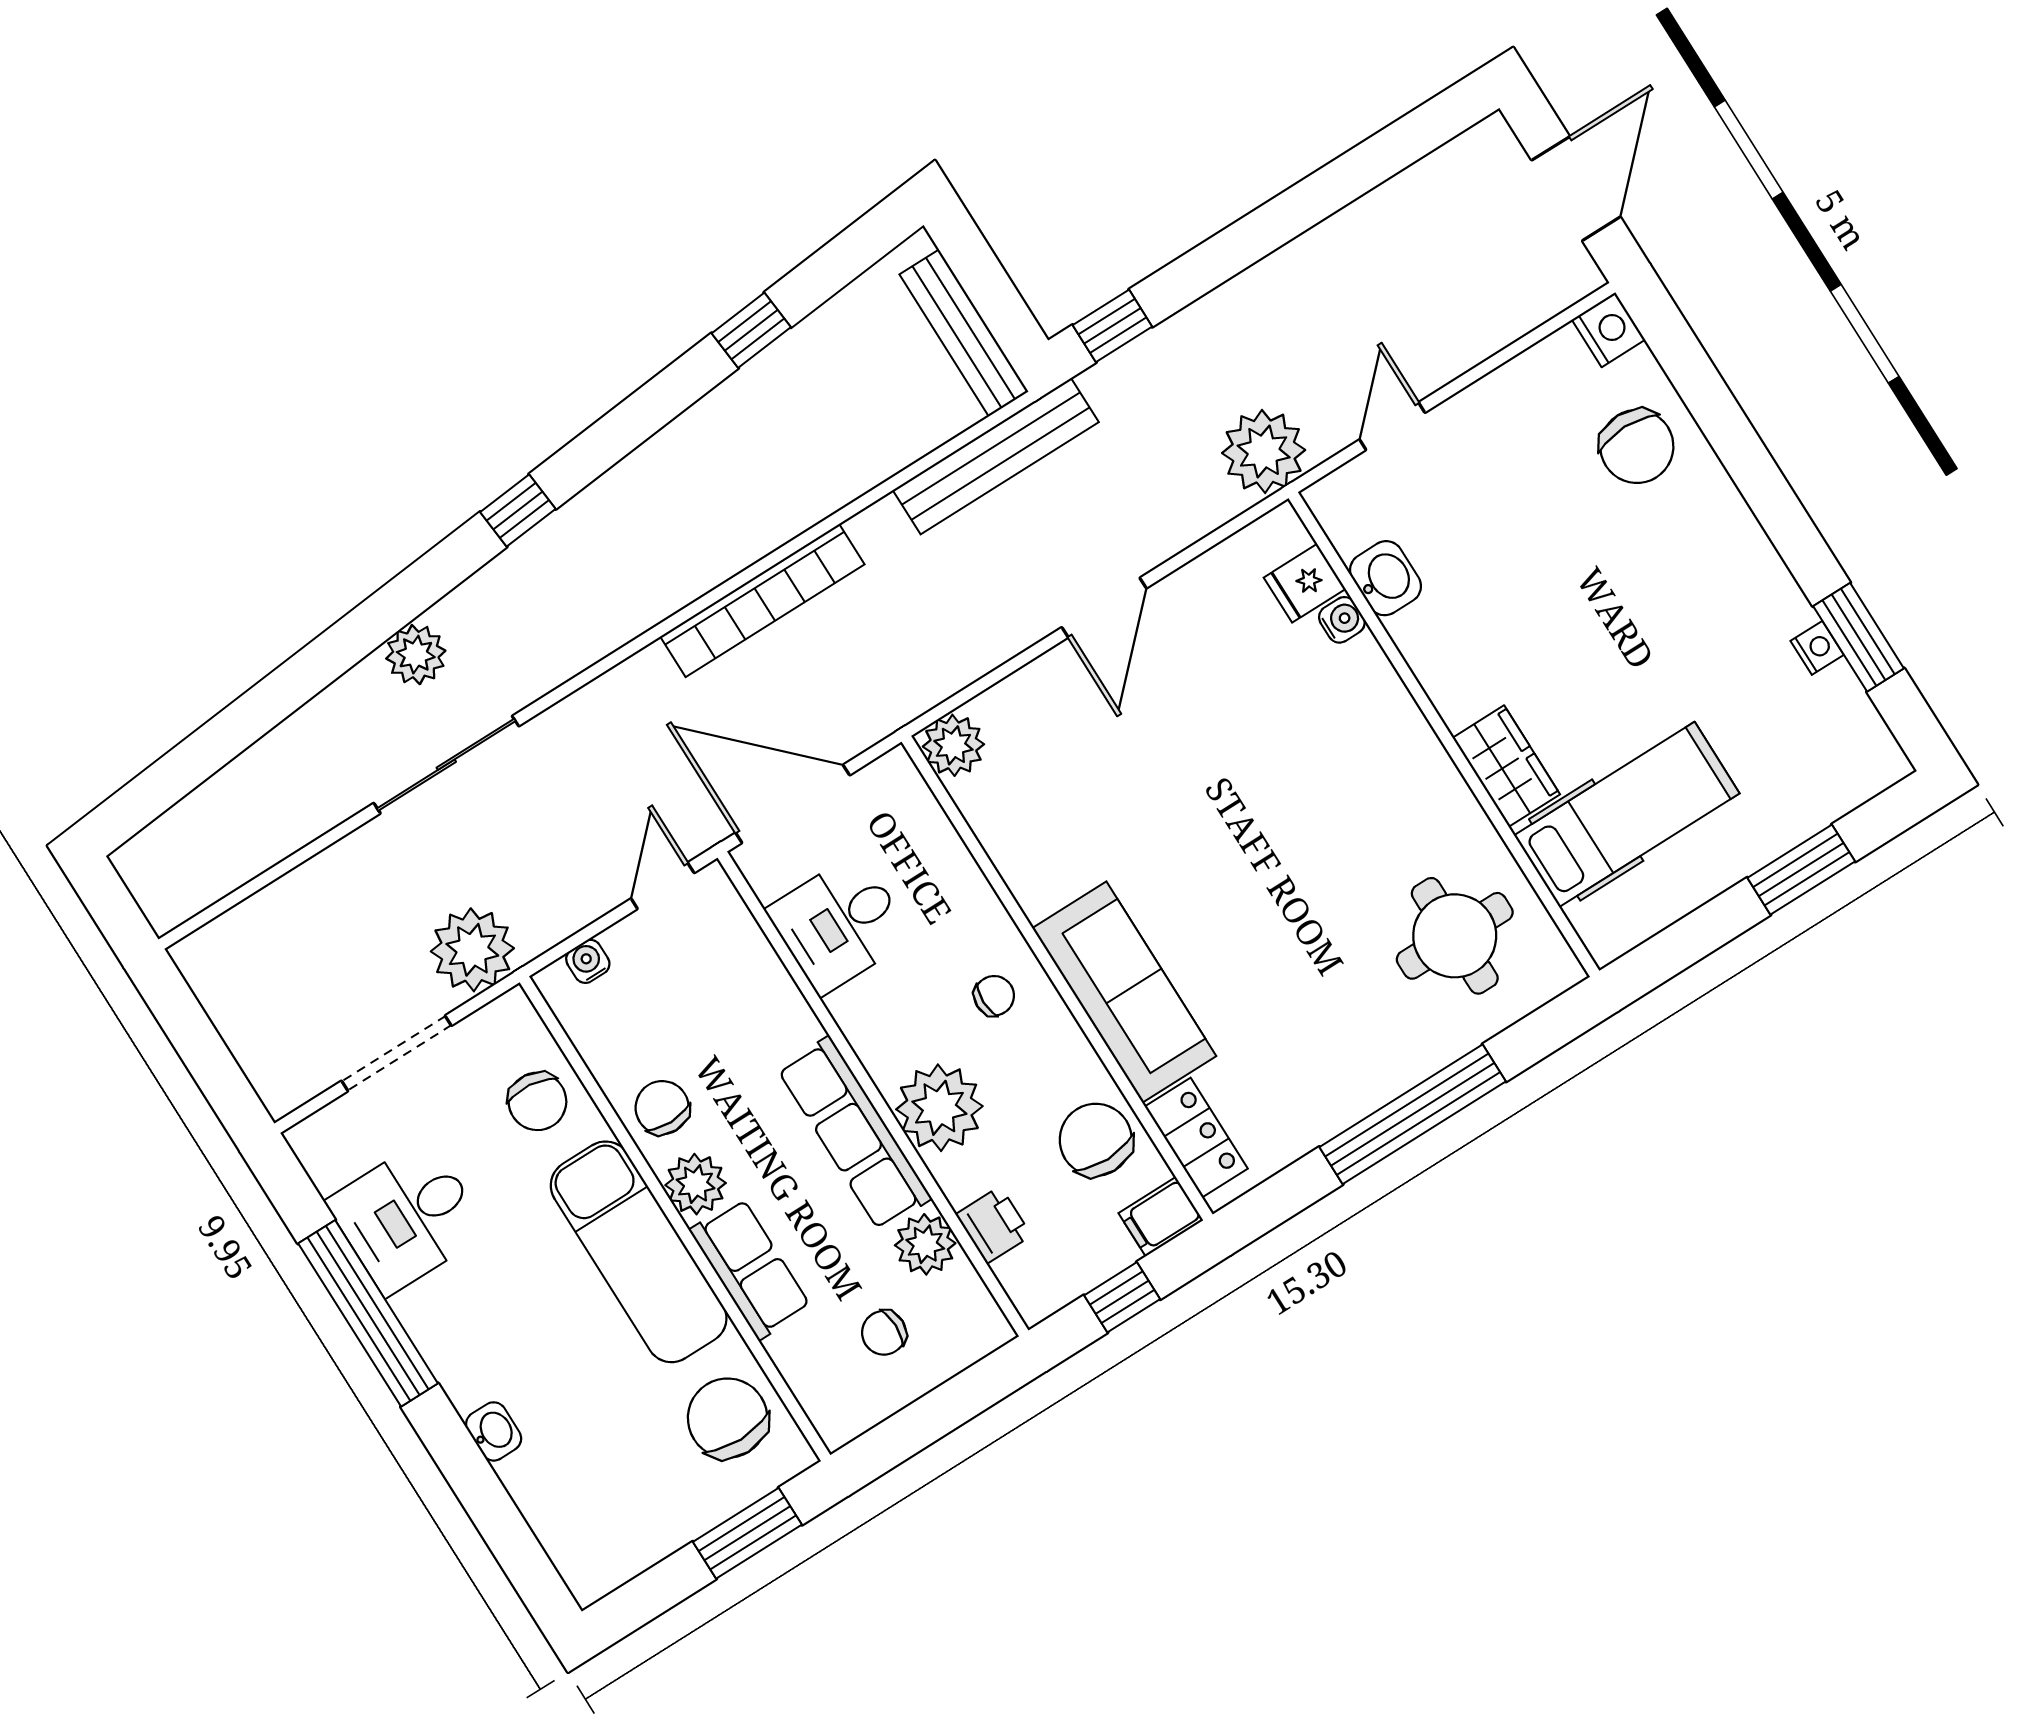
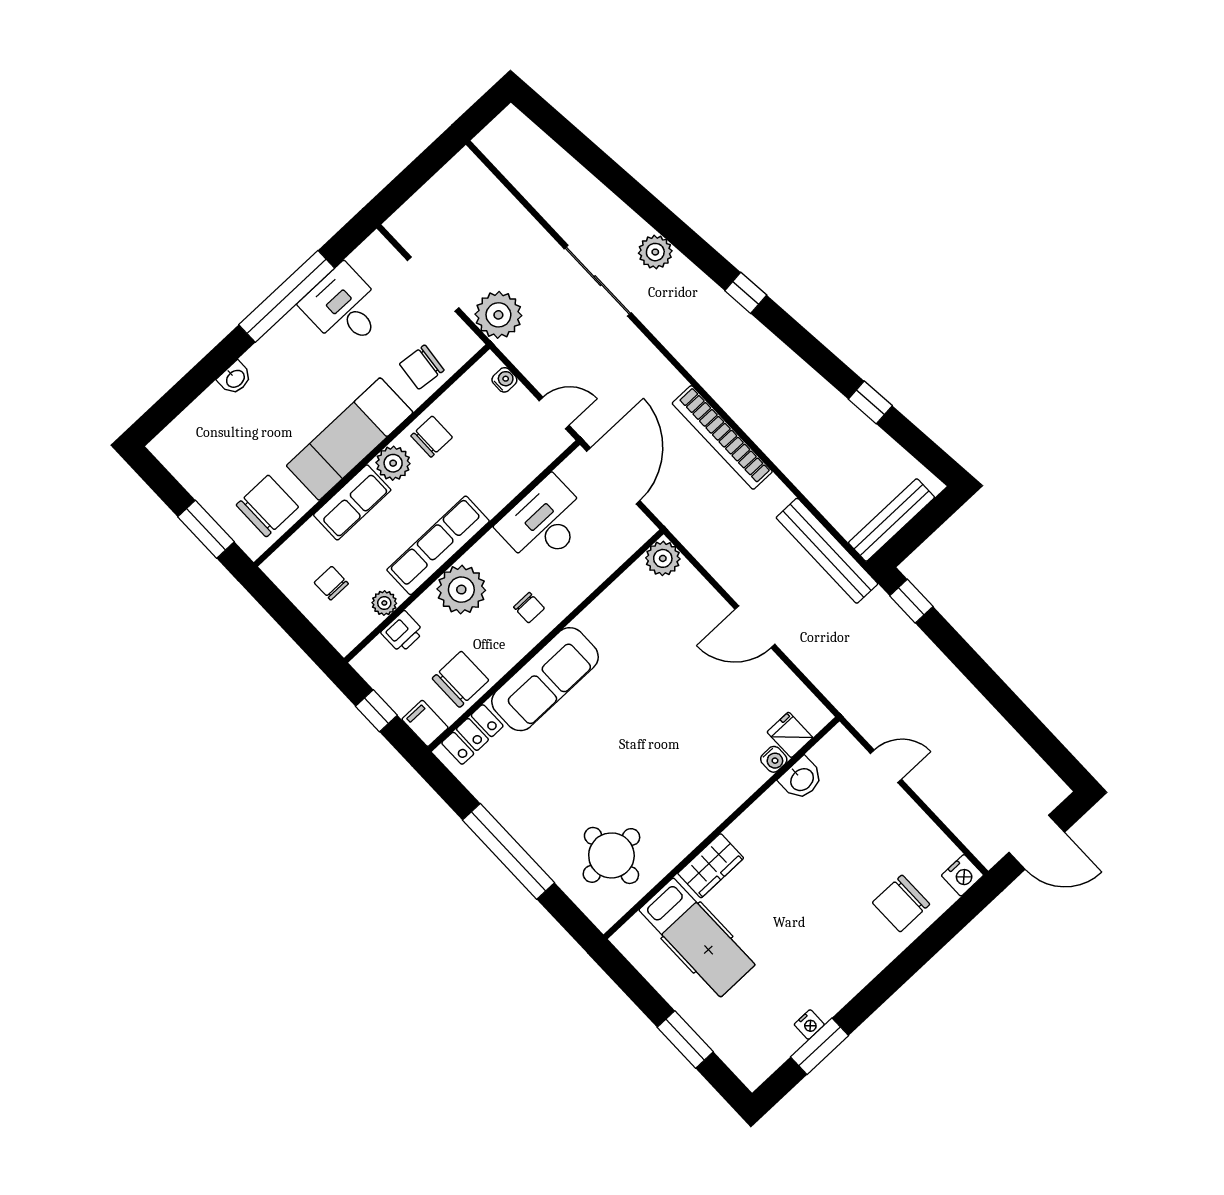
plant: (1264, 451) -> (858, 698), removed
desk: (839, 924) -> (544, 522), width x1.37
plant: (925, 1244) -> (384, 603), width x0.73, depth x0.73

